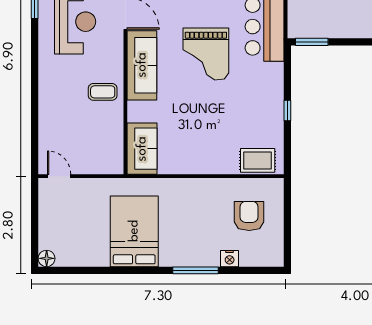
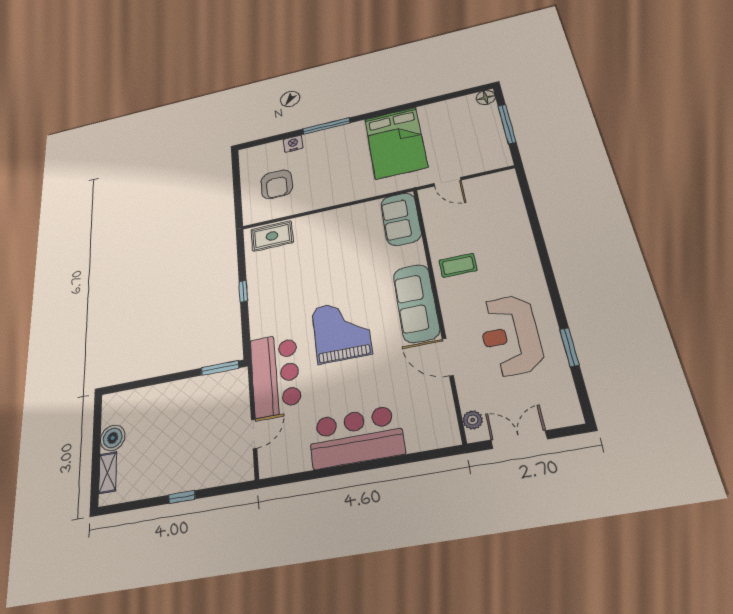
door: (59, 176) -> (447, 182), moved
window: (35, 223) -> (507, 124), added

